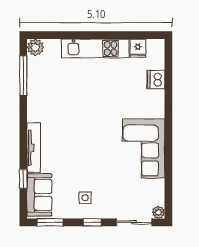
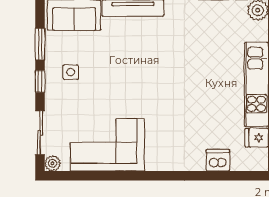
corner sofa: (144, 148) -> (107, 145), moved
window: (50, 222) -> (40, 44), moved

